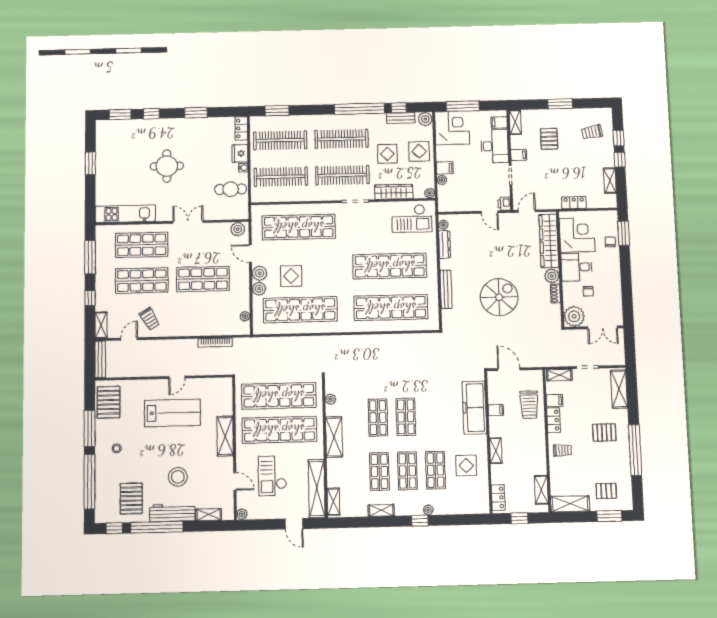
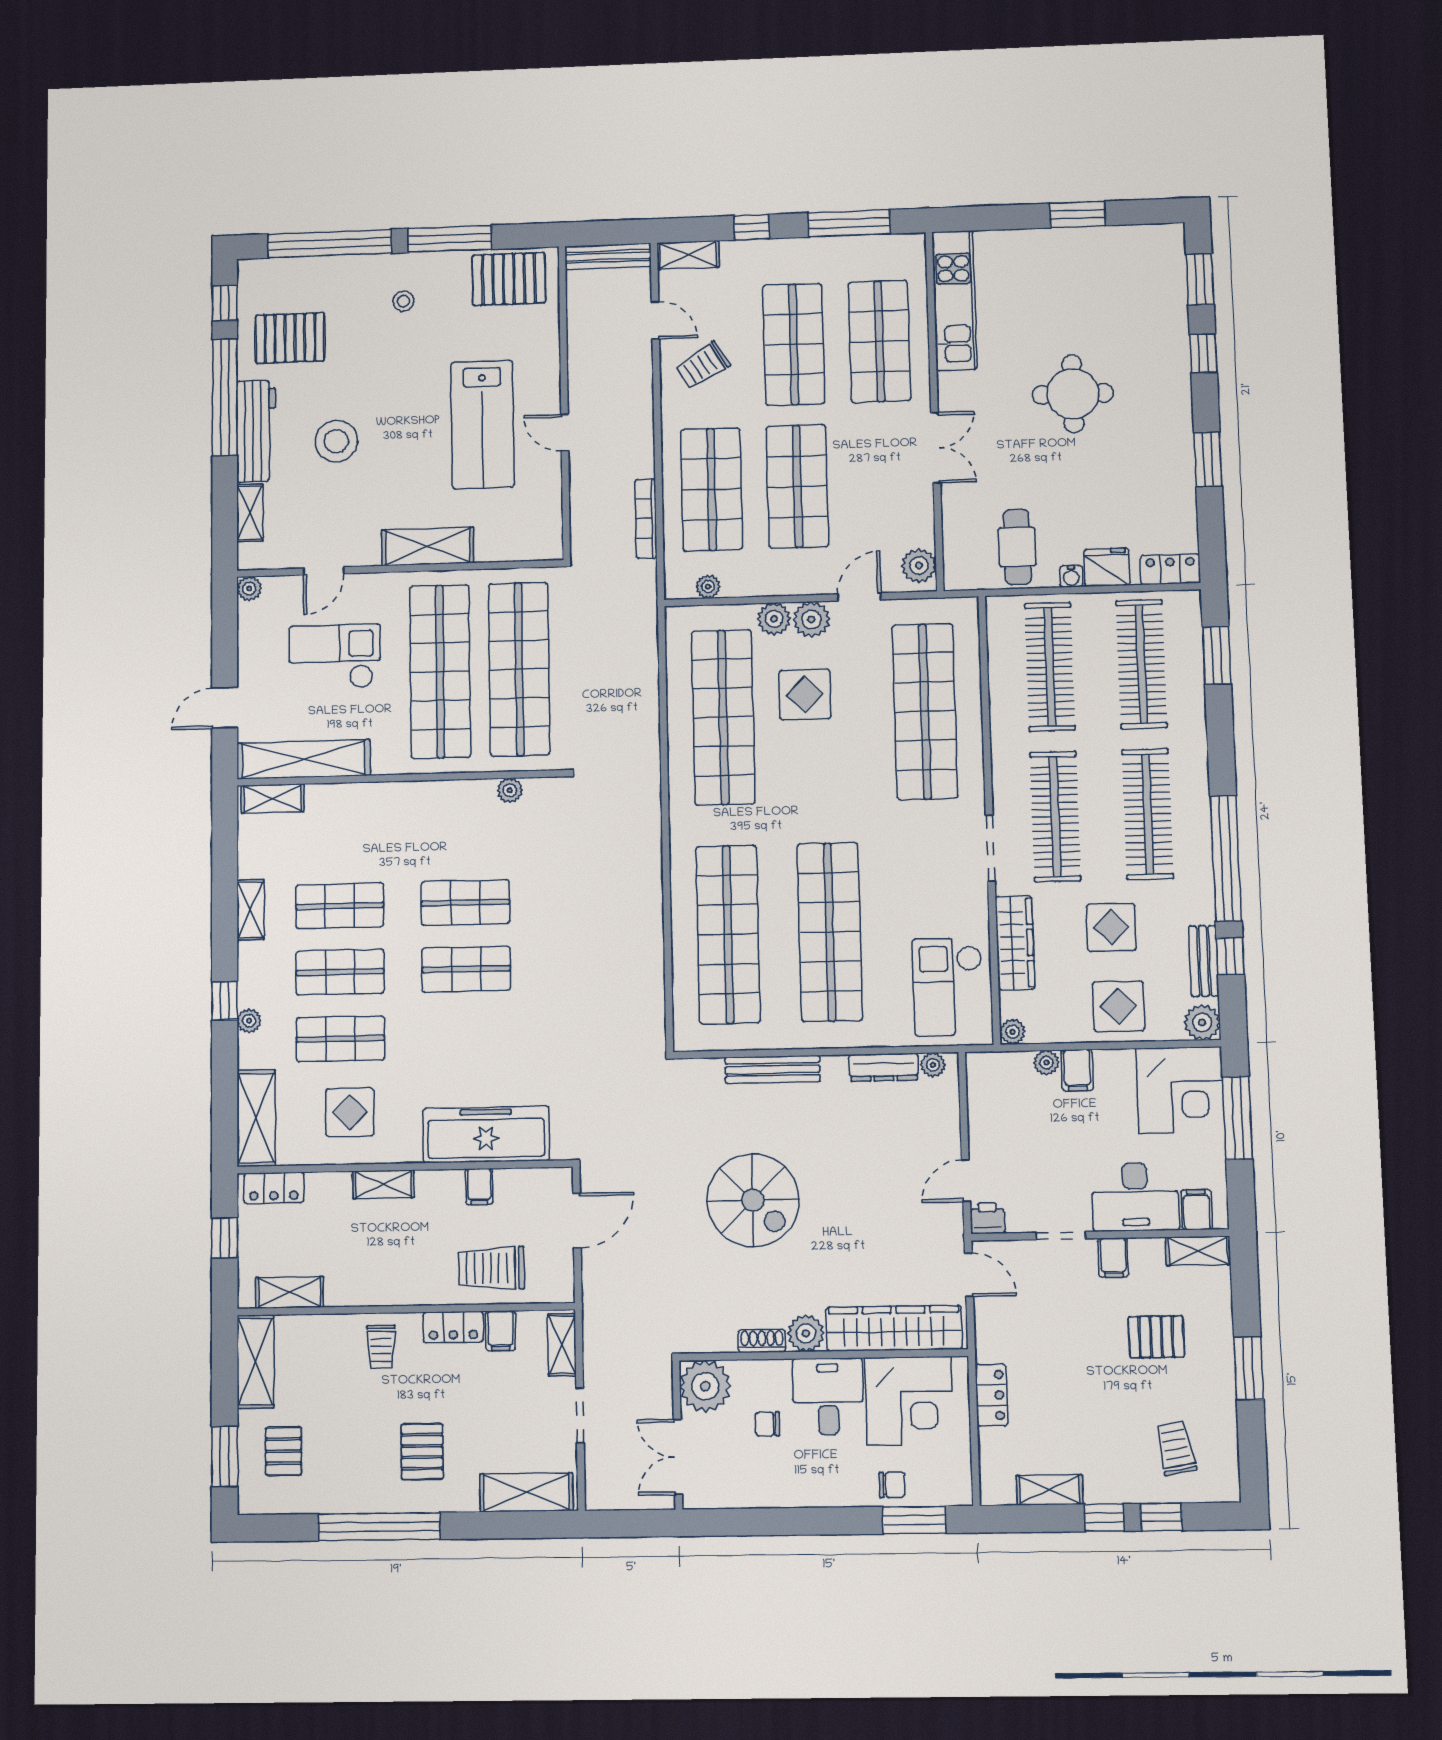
shop shelf: (203, 315) -> (711, 489), added
shelving: (334, 437) -> (256, 1118), moved, turned 90

